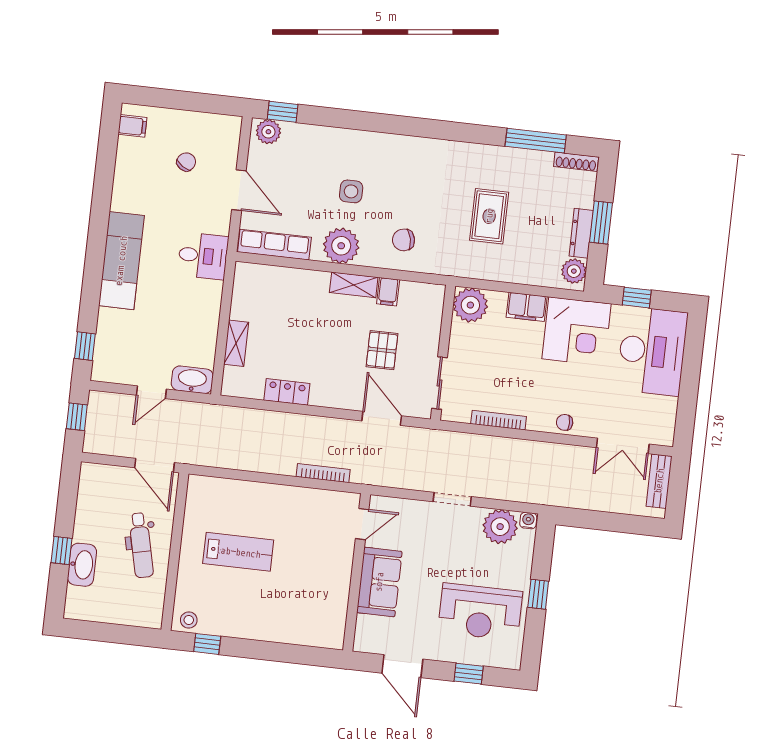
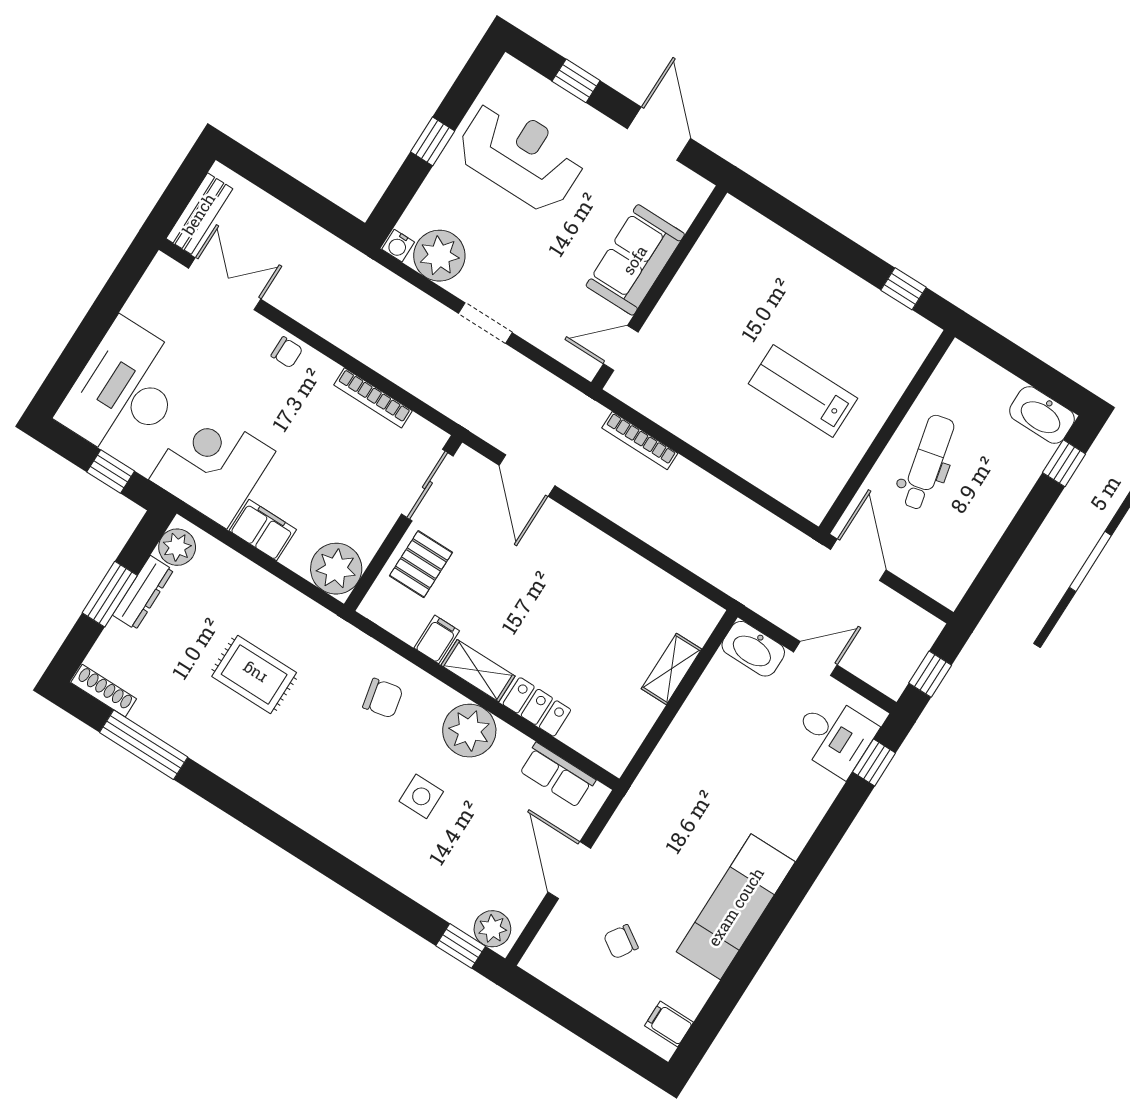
rug: (489, 216) -> (254, 674), turned 90
row of seats: (274, 245) -> (557, 775), width x0.68
desk: (203, 256) -> (834, 736), moved, turned 180
exam couch: (121, 261) -> (736, 907), moved
pallet: (382, 350) -> (421, 564), moved
locker: (287, 392) -> (537, 707), moved, turned 180
window: (62, 550) -> (1064, 463), moved
washbasin: (82, 565) -> (1042, 415), moved, turned -90
stool: (189, 620) -> (913, 332), removed

